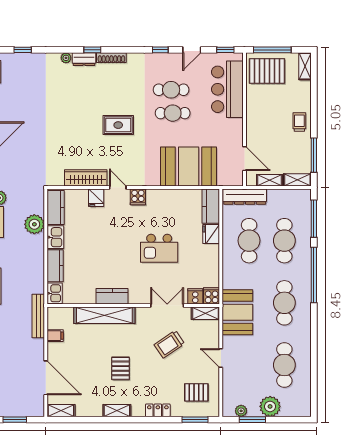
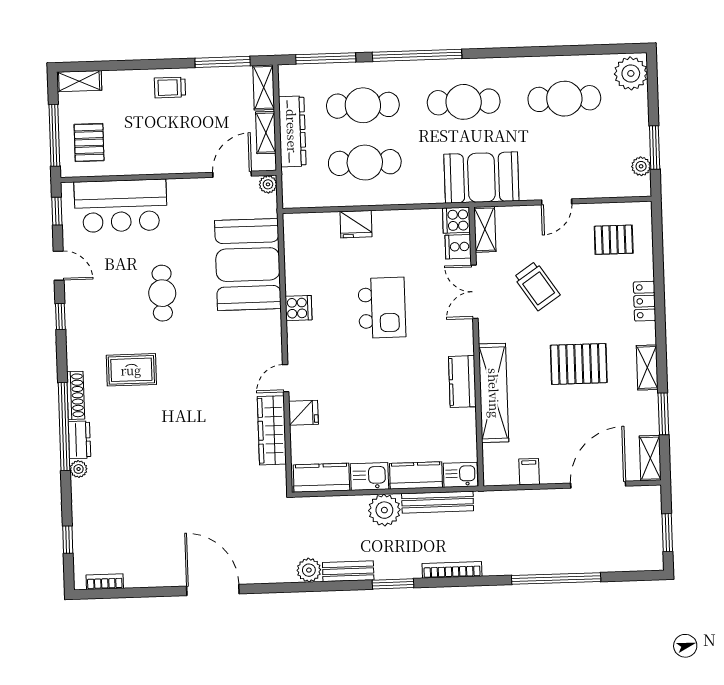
window: (92, 50) -> (64, 427), width x3.17
pallet: (267, 71) -> (89, 143), width x0.67, depth x0.71
cafe table: (171, 90) -> (124, 297), removed
rug: (118, 125) -> (131, 370), moved, turned 90
plant: (238, 181) -> (268, 184), added
cooker: (138, 197) -> (299, 308), moved
dresser: (245, 197) -> (292, 131), moved
kitchen counter: (211, 206) -> (311, 226), removed
plant: (34, 224) -> (384, 510), moved
bench: (38, 316) -> (438, 502), moved
pallet: (120, 368) -> (579, 364), width x1.50, depth x1.42
pallet: (196, 392) -> (614, 240), turned 90
plant: (270, 406) -> (631, 73), moved
window: (195, 420) -> (663, 414), moved

